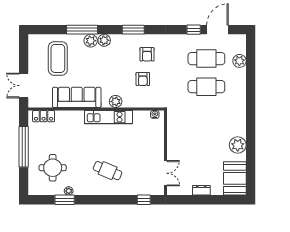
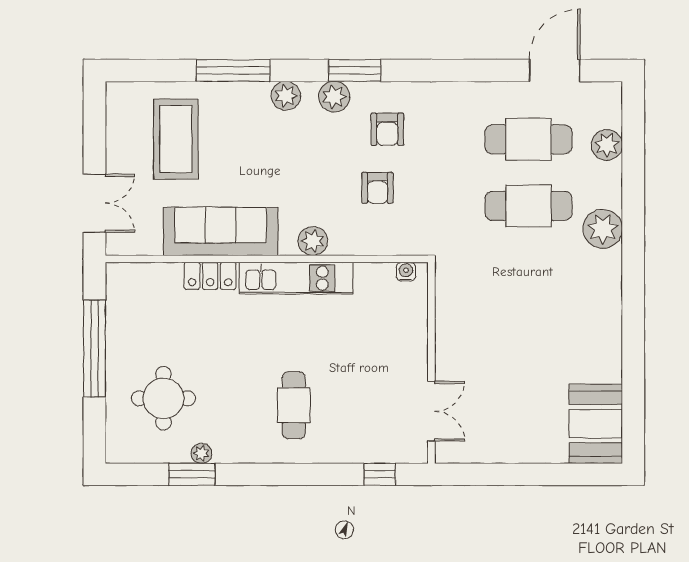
window: (194, 30) -> (498, 71), removed
plant: (91, 41) -> (334, 97), moved
double door: (24, 86) -> (94, 203), swing flipped
locker: (44, 116) -> (210, 276), moved
plant: (238, 145) -> (603, 229), moved
cafe table: (108, 171) -> (294, 405), turned 67
dresser: (201, 190) -> (516, 452), removed

